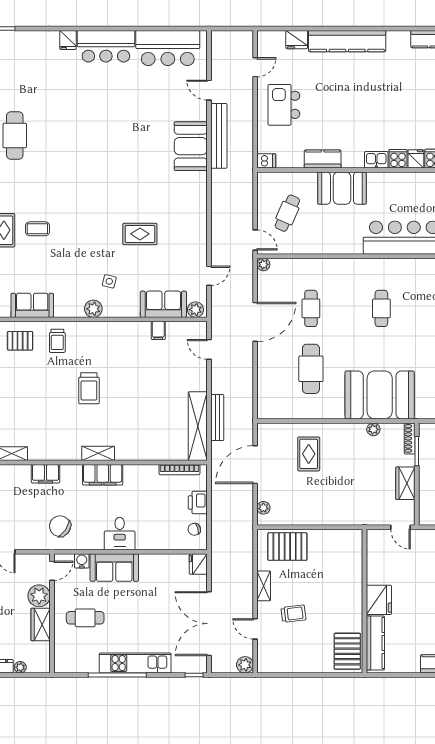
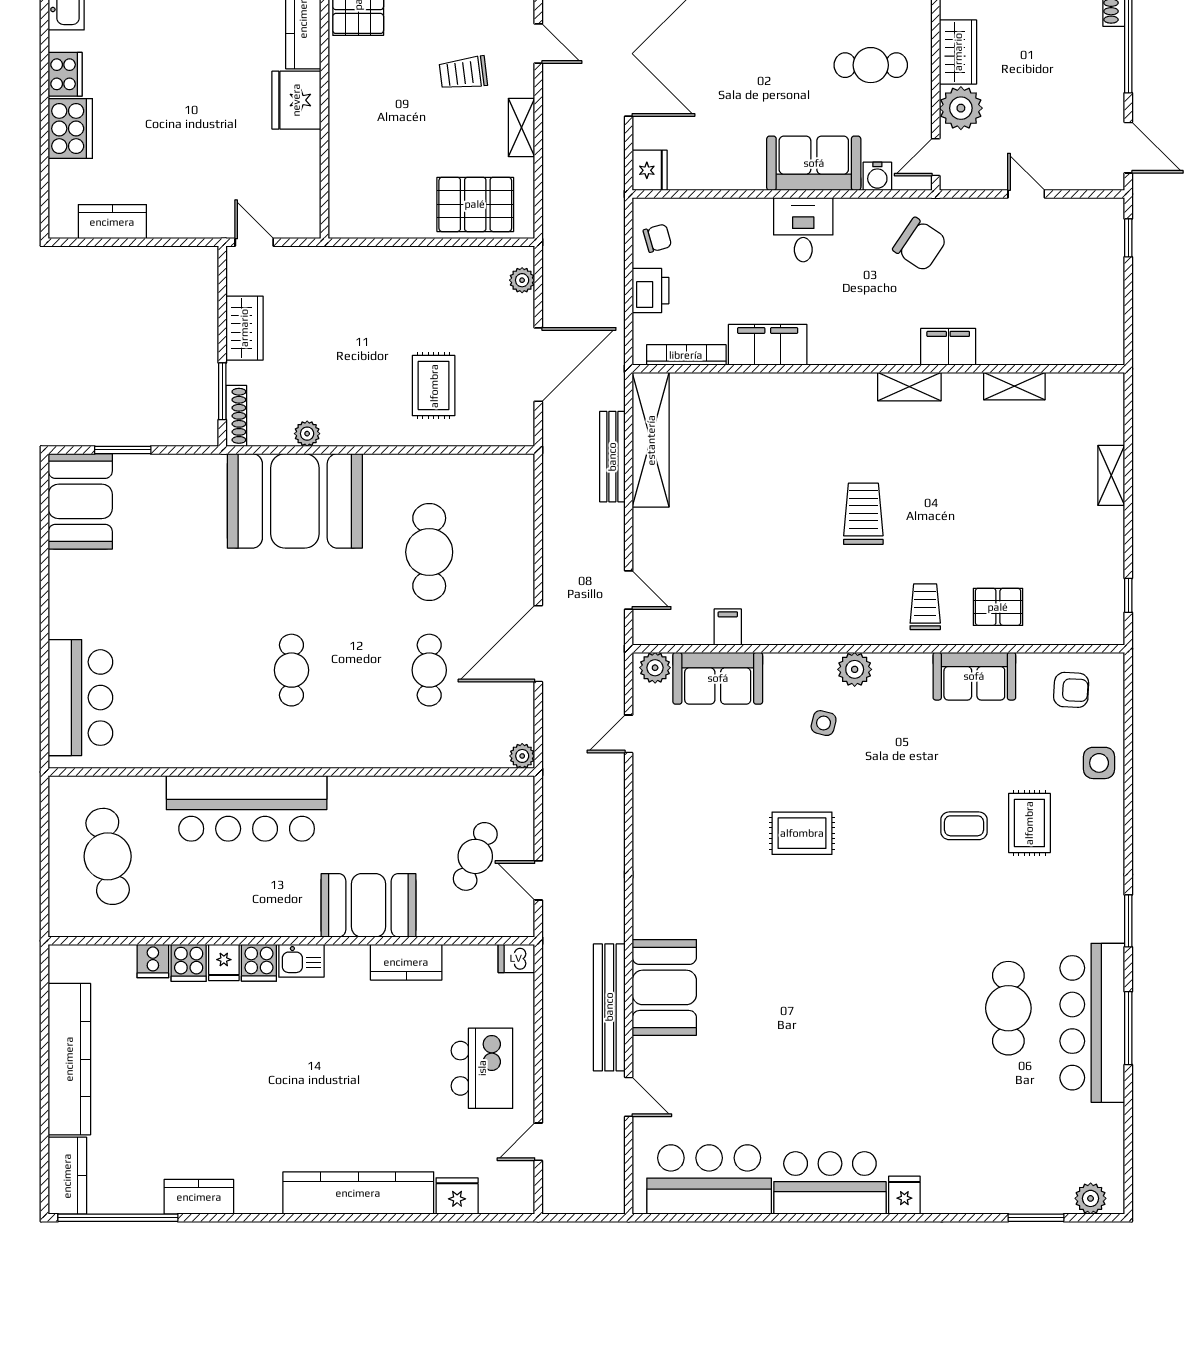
rug: (140, 234) -> (802, 833), moved
door: (255, 240) -> (538, 880), moved
shelving: (98, 453) -> (909, 387), moved
filing cabinet: (103, 475) -> (768, 345), moved

